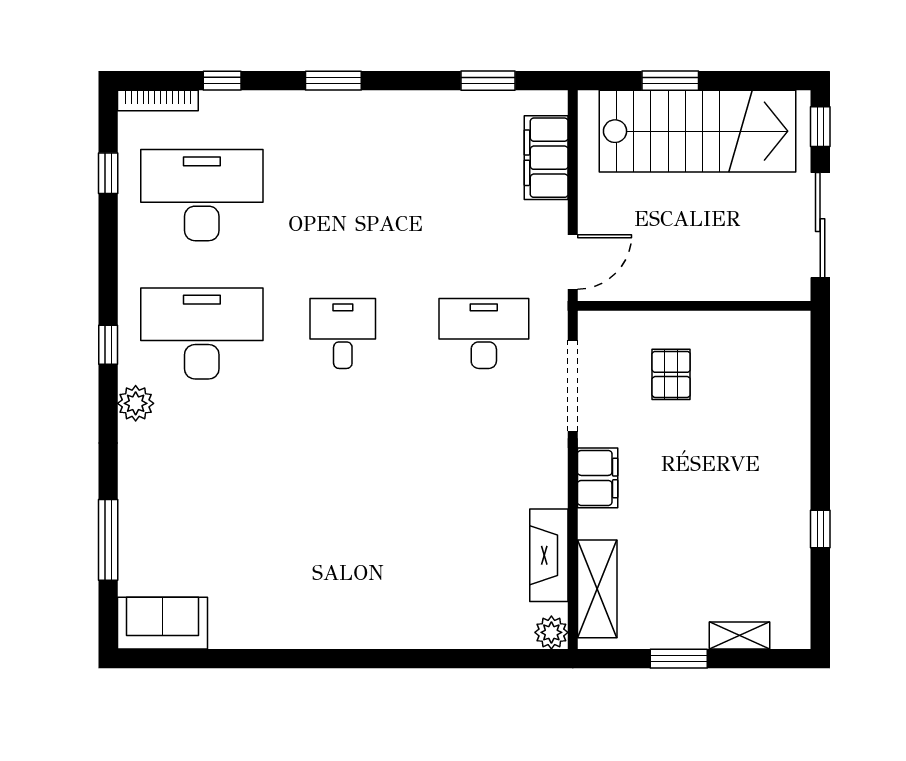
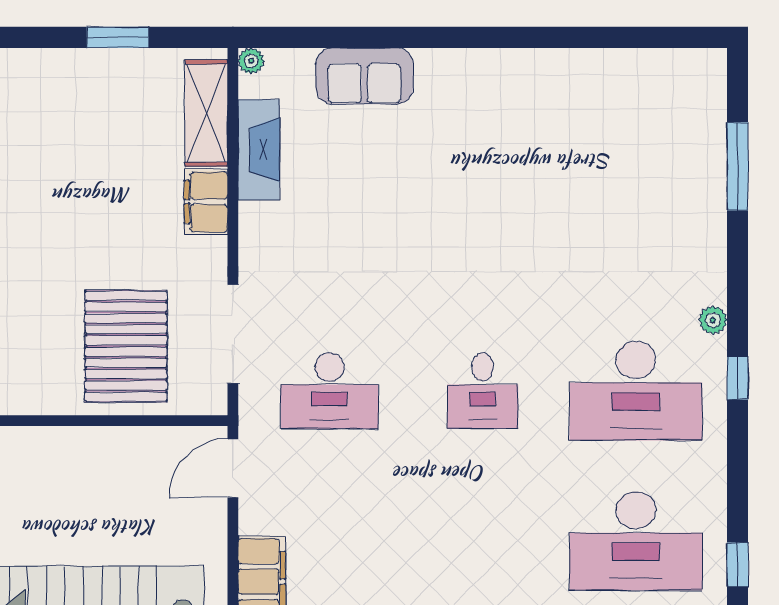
pallet: (671, 374) -> (126, 346), width x2.05, depth x2.00
plant: (136, 403) -> (713, 320), width x0.73, depth x0.73
filing cabinet: (598, 478) -> (206, 202), moved
sofa: (163, 623) -> (364, 76), moved
plant: (551, 632) -> (251, 61), width x0.73, depth x0.73
shelving: (739, 636) -> (52, 62), removed

